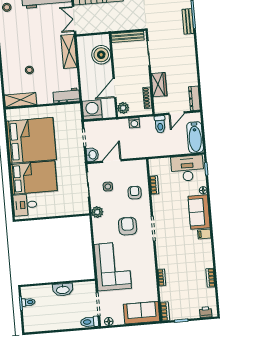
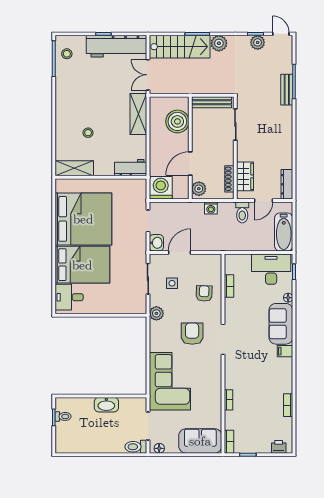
wardrobe: (159, 85) -> (245, 176), moved

